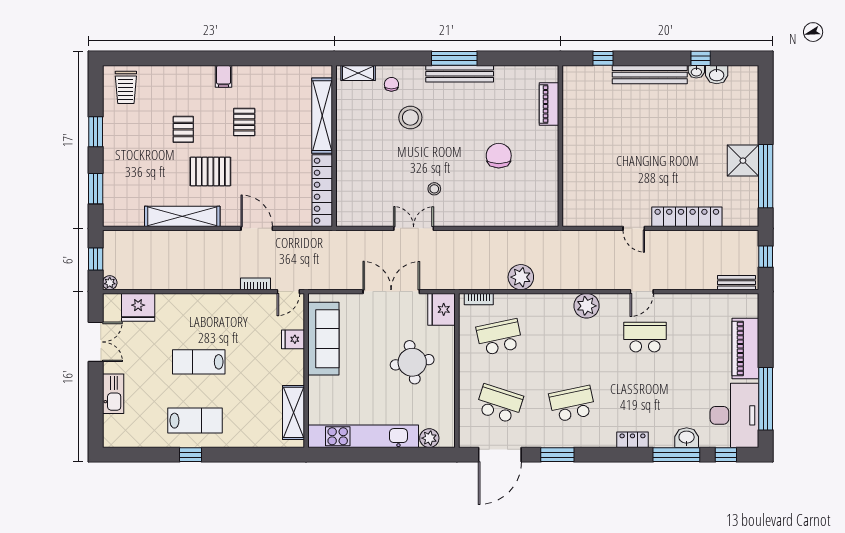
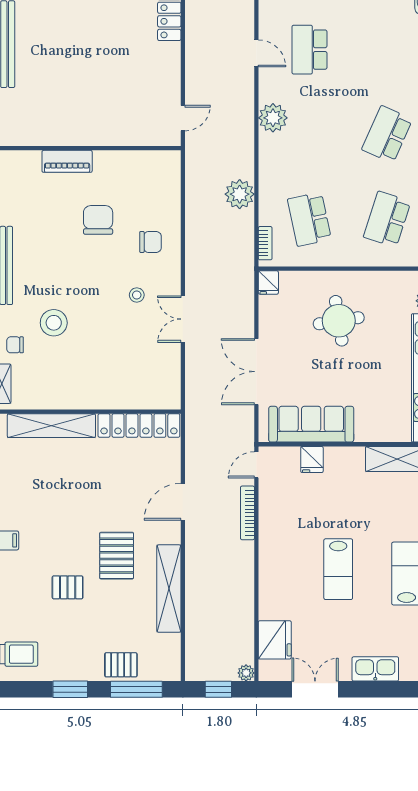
piano: (549, 104) -> (67, 161), moved
pallet: (244, 122) -> (121, 665), moved
chair: (499, 156) -> (98, 220), turned 90
window: (96, 189) -> (136, 689), width x1.44
chair: (480, 201) -> (150, 242), added
door: (634, 228) -> (183, 118), moved
bookcase: (255, 284) -> (247, 513), width x1.56
door: (288, 292) -> (256, 465), swing flipped
double door: (391, 292) -> (256, 372), moved
fridge: (442, 309) -> (268, 283), width x0.53, depth x0.75
school desk: (572, 404) -> (387, 134), turned 36

